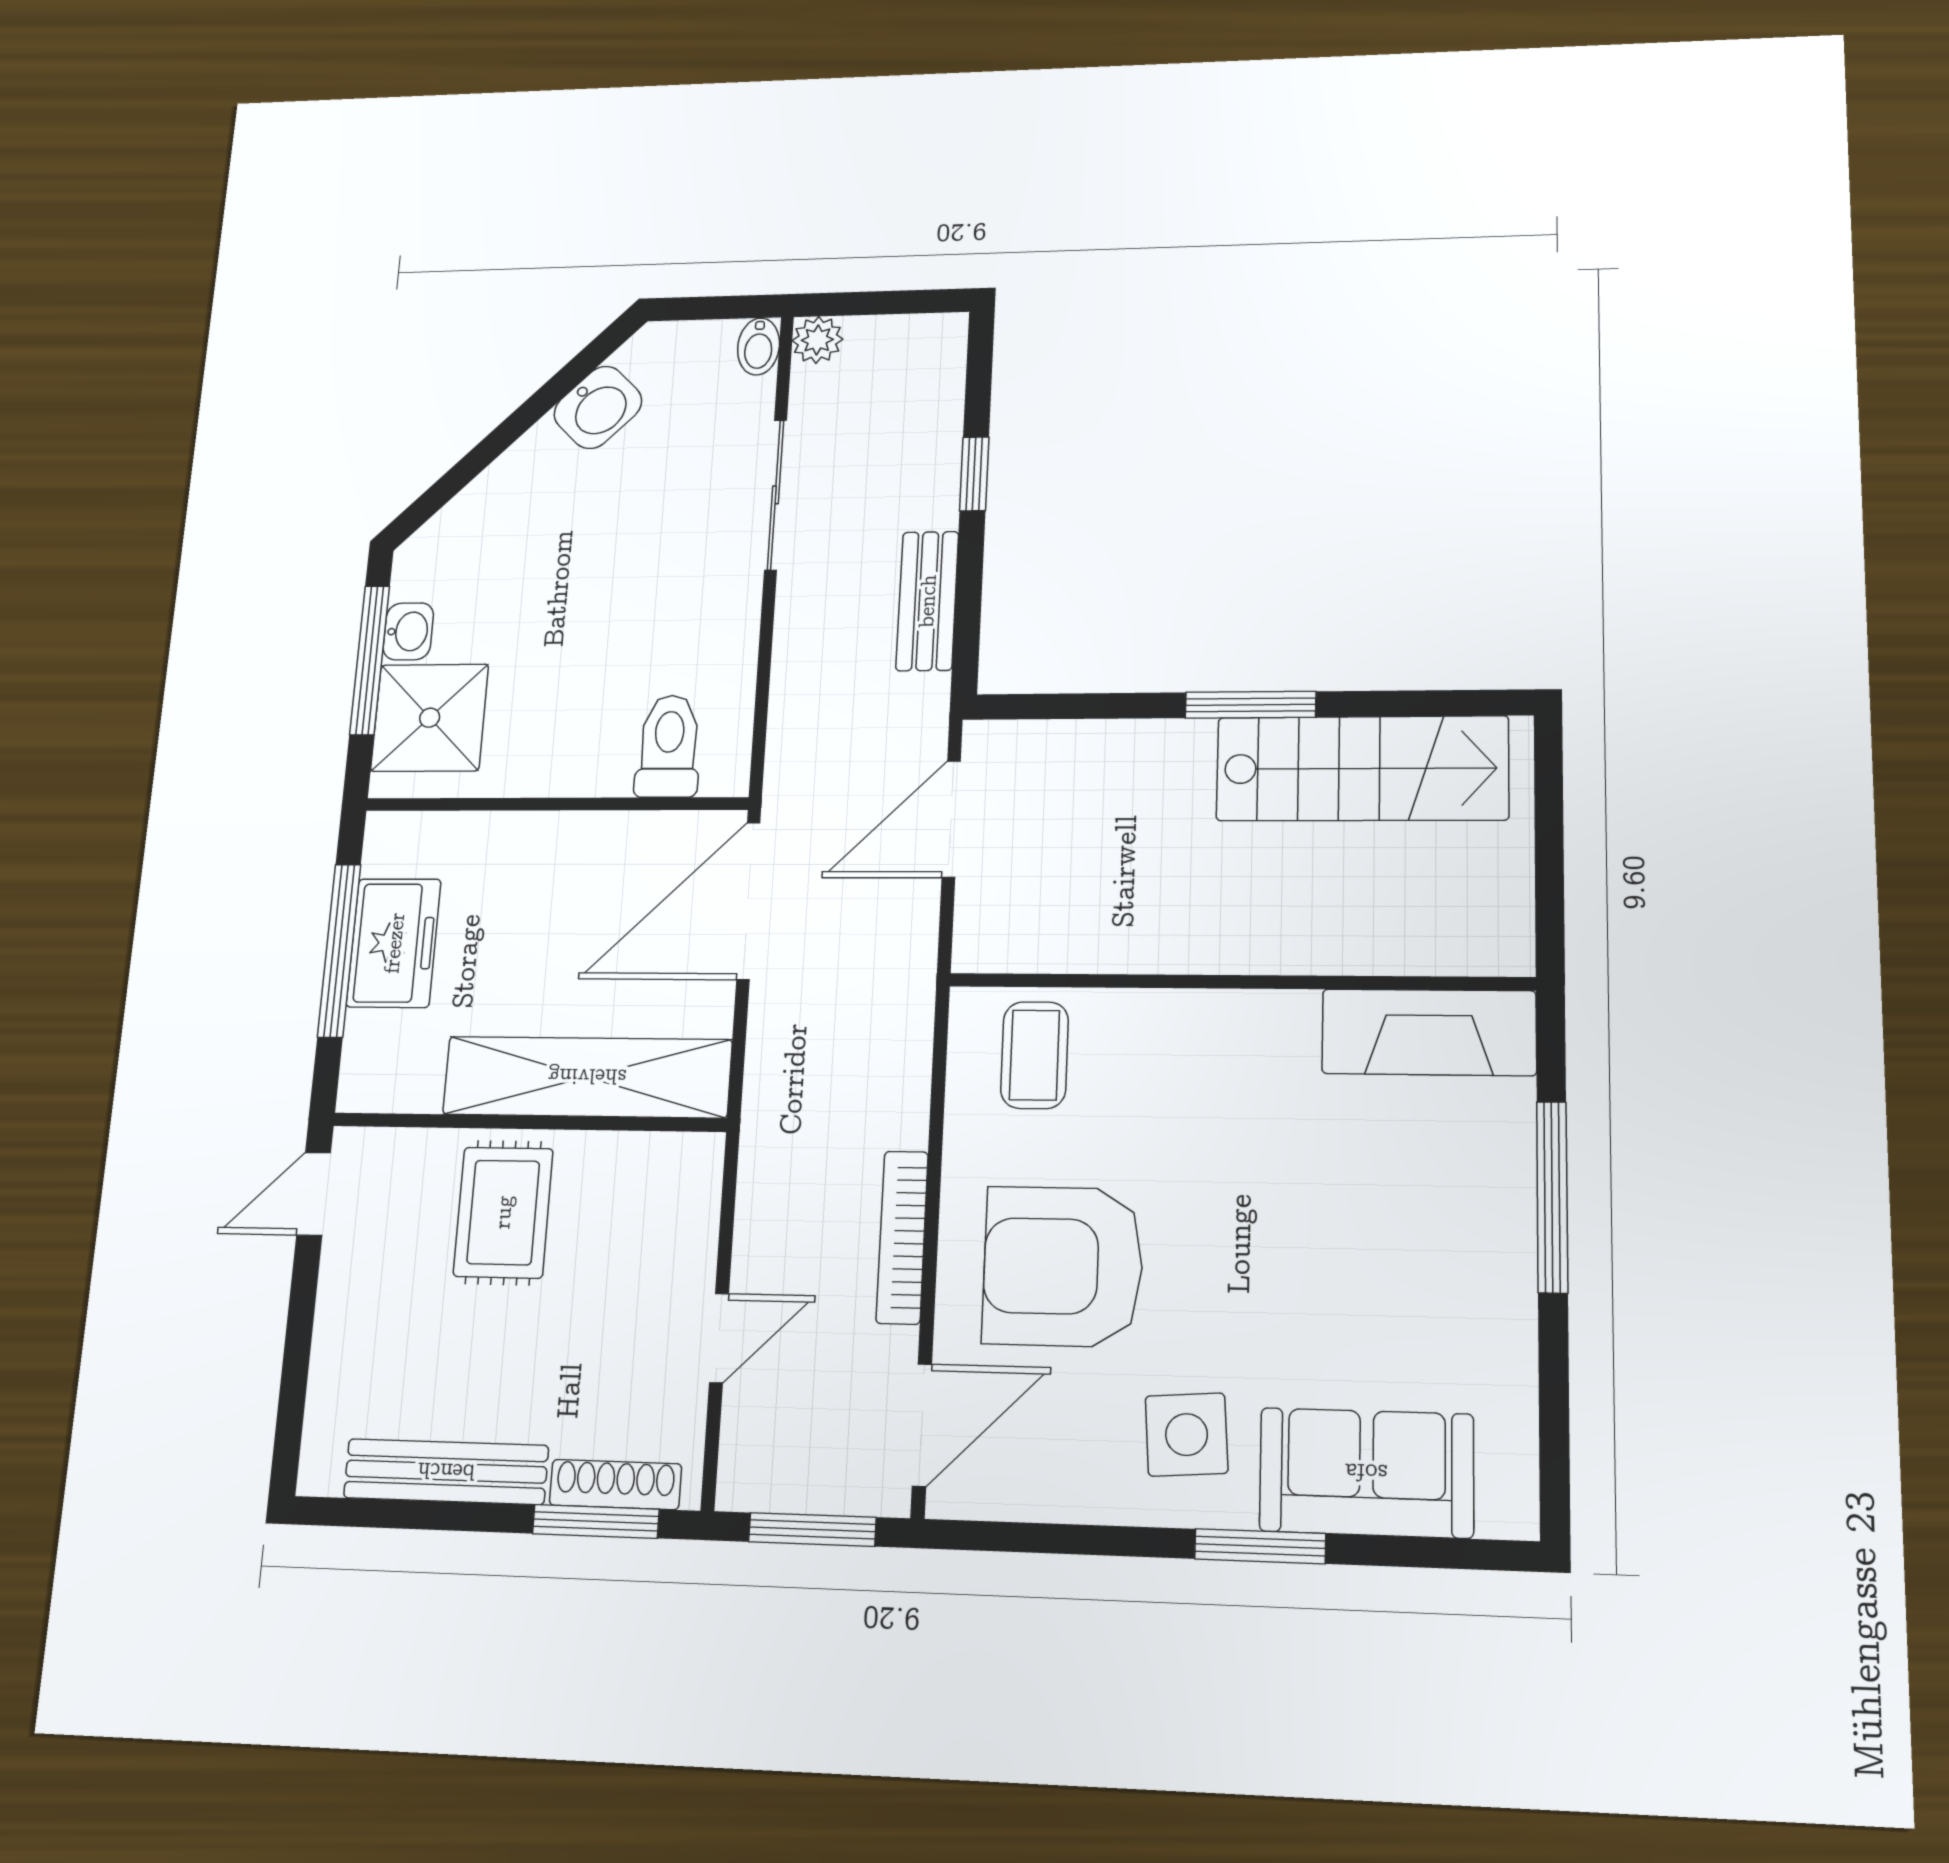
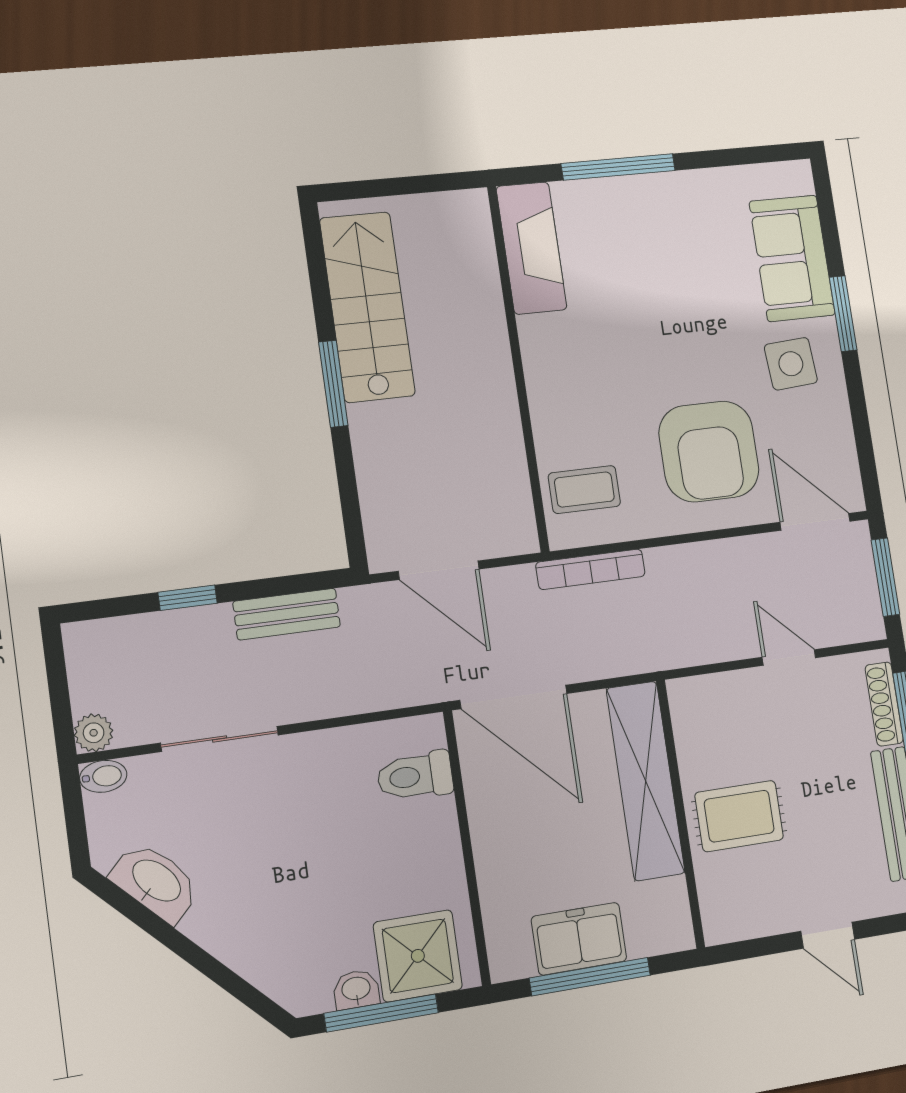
washbasin: (598, 407) -> (156, 882), width x1.38
door: (314, 1194) -> (828, 935), moved
bookcase: (902, 1237) -> (591, 569), moved

